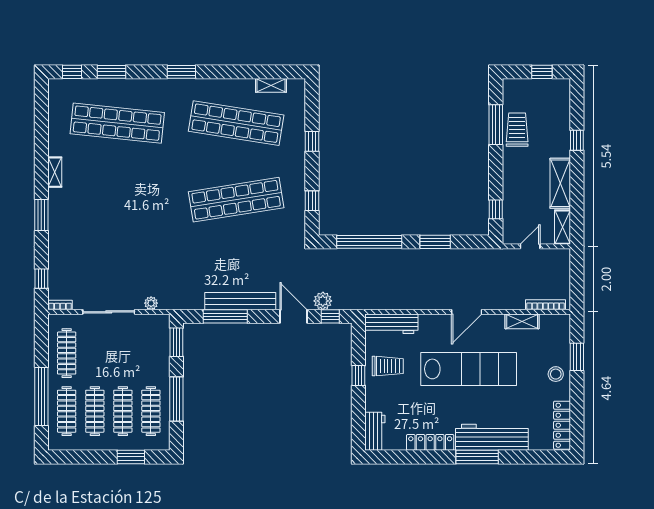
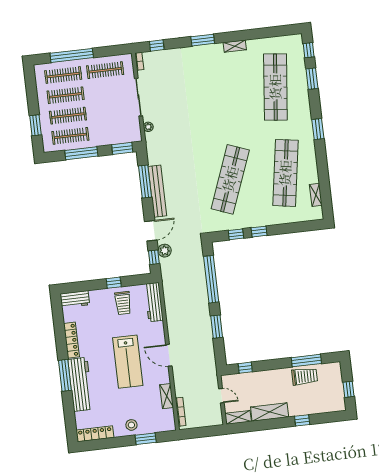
window: (312, 141) -> (259, 232), moved
shop shelf: (236, 200) -> (230, 179), turned 30
lab bench: (469, 369) -> (128, 362), width x0.73

